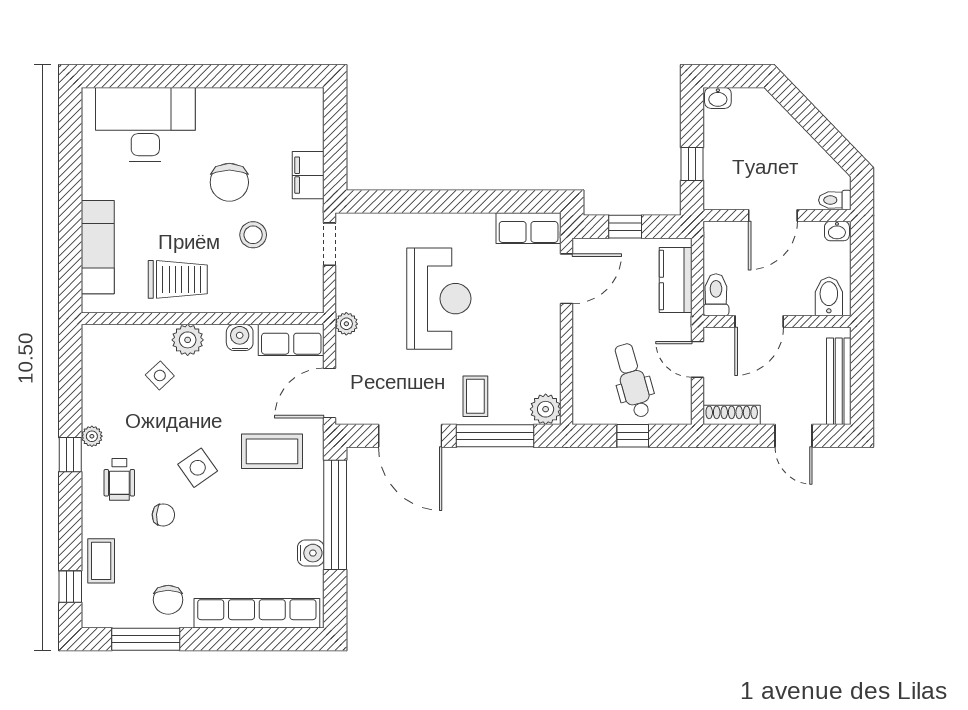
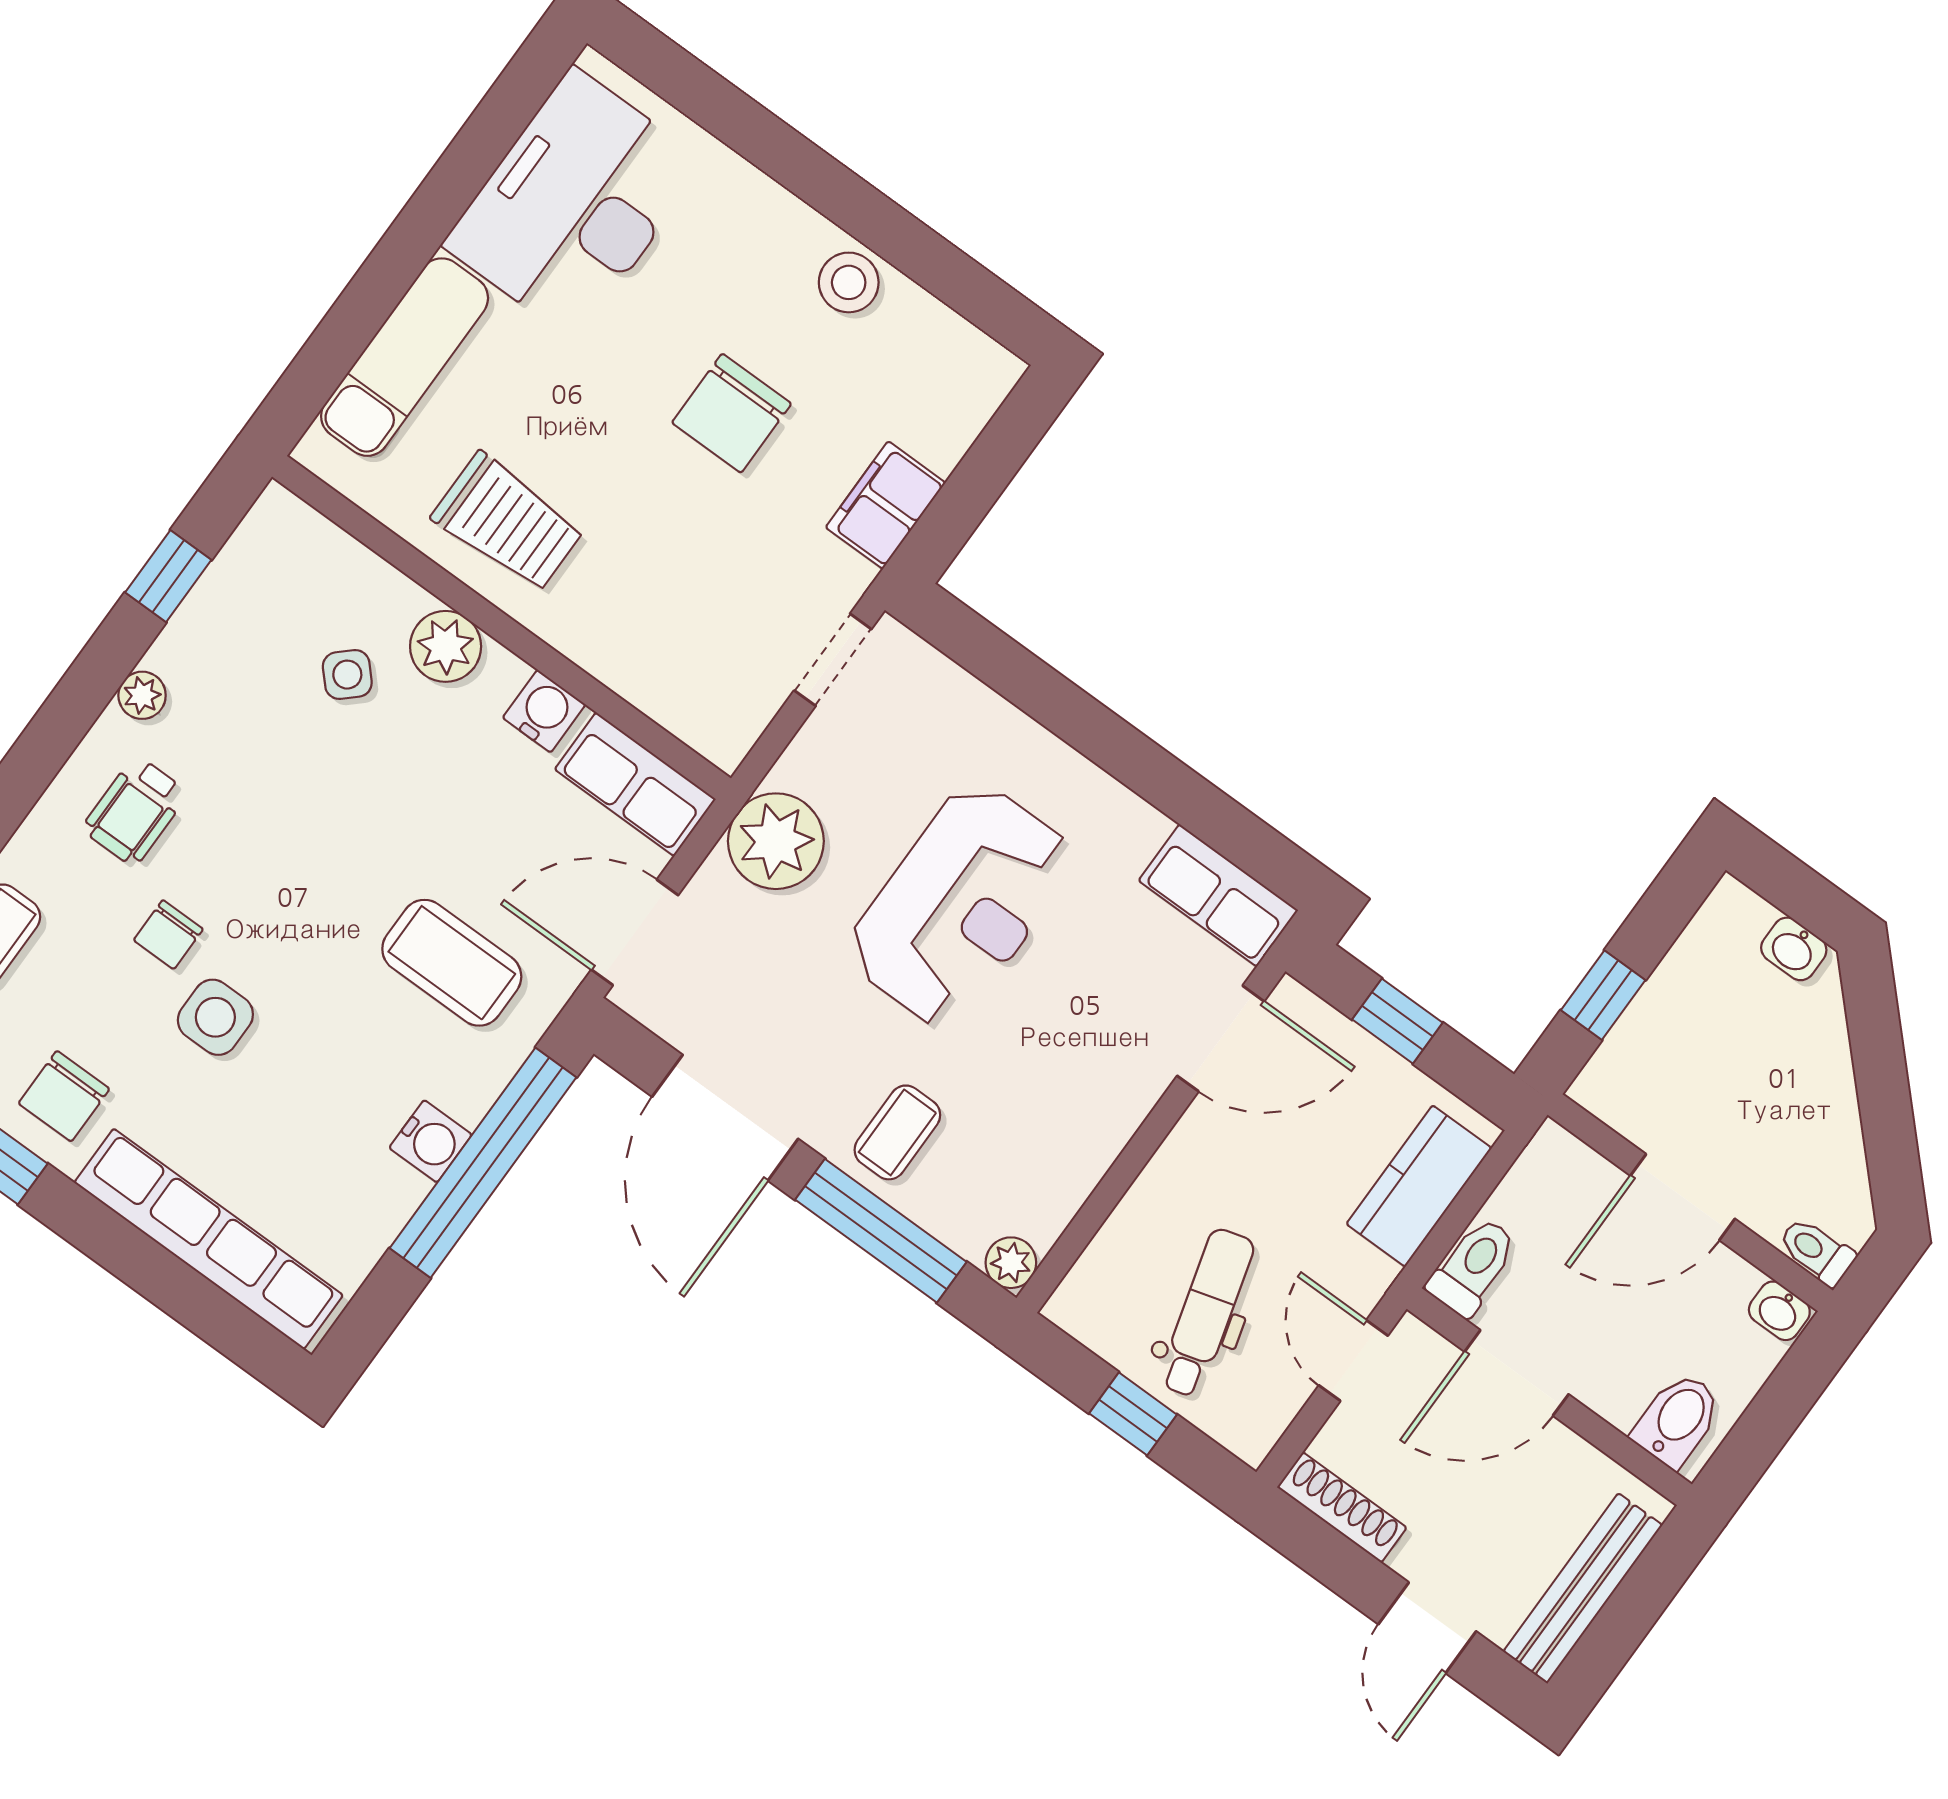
washbasin: (718, 98) -> (1794, 949), moved
desk: (145, 125) -> (574, 204), moved, turned -90
stool: (253, 235) -> (849, 282), moved
plant: (346, 324) -> (776, 841), width x1.87, depth x1.87
plant: (546, 409) -> (1011, 1263), width x0.73, depth x0.73
window: (70, 455) -> (168, 576), moved
side table: (198, 468) -> (215, 1017), moved, turned 35
chair: (163, 515) -> (168, 935), turned 86
water cooler: (311, 553) -> (431, 1141), moved

